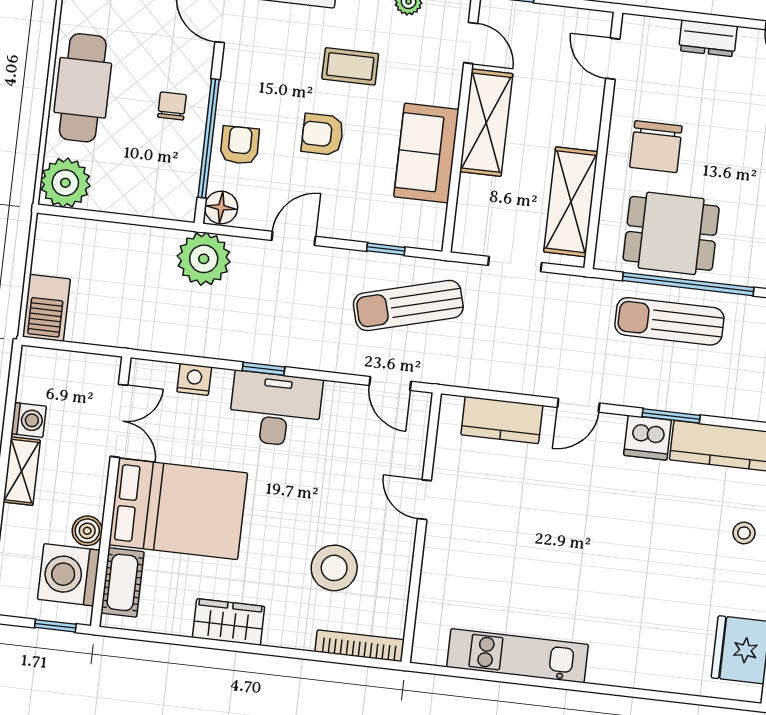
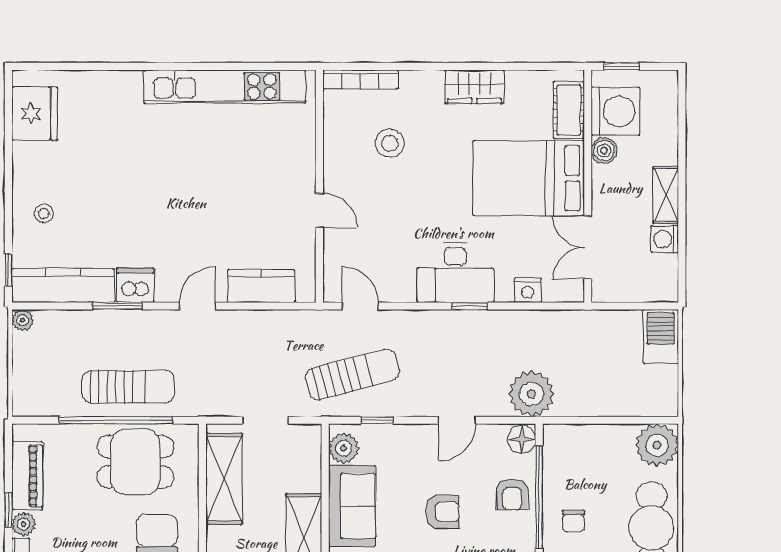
plant: (428, 221) -> (344, 448), added
stool: (334, 568) -> (390, 143), width x0.73, depth x0.73
kitchen unit: (517, 656) -> (225, 86), width x1.36

